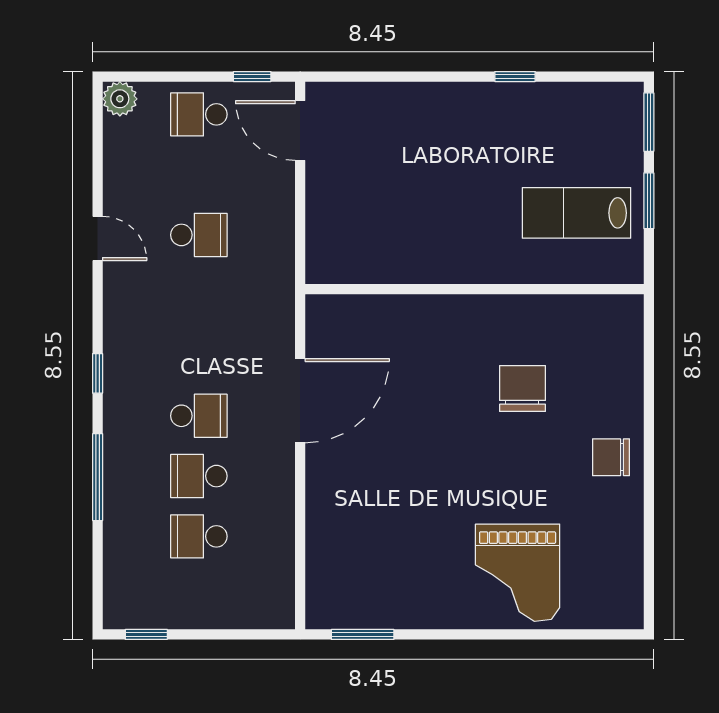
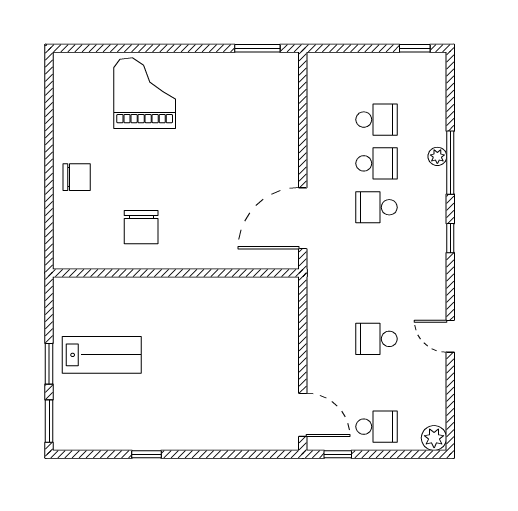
wall: (475, 289) -> (176, 273), moved
plant: (115, 486) -> (437, 156), added

